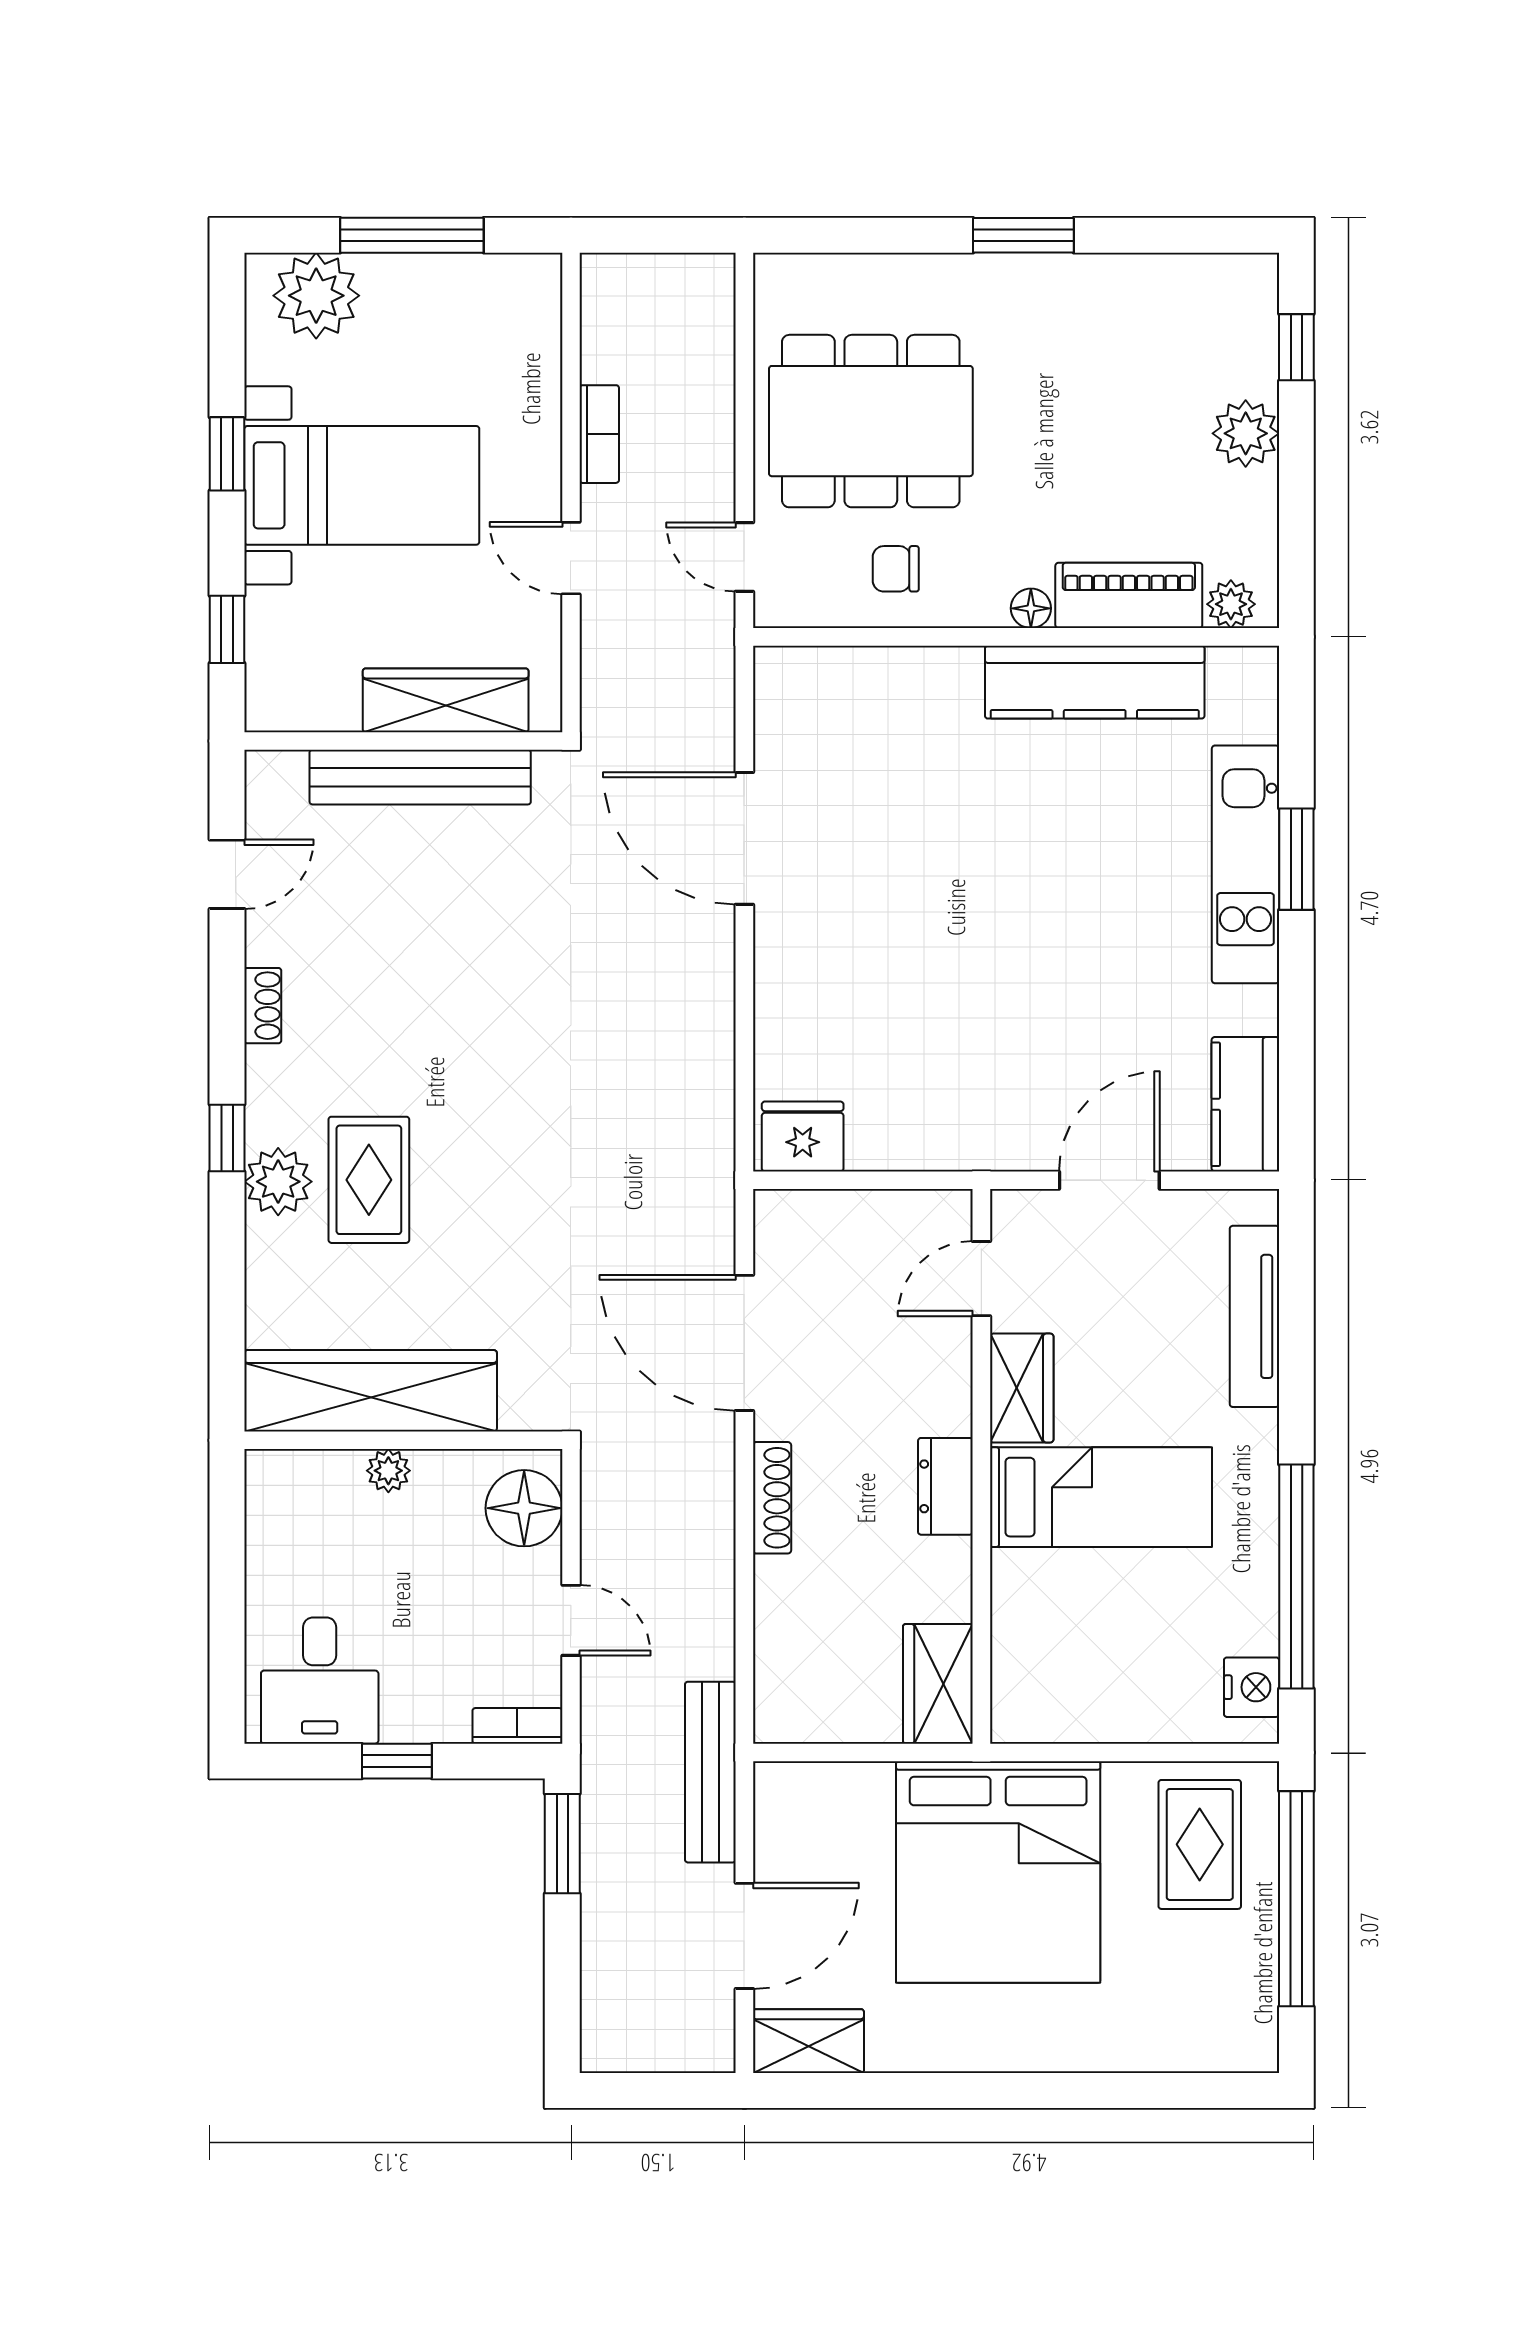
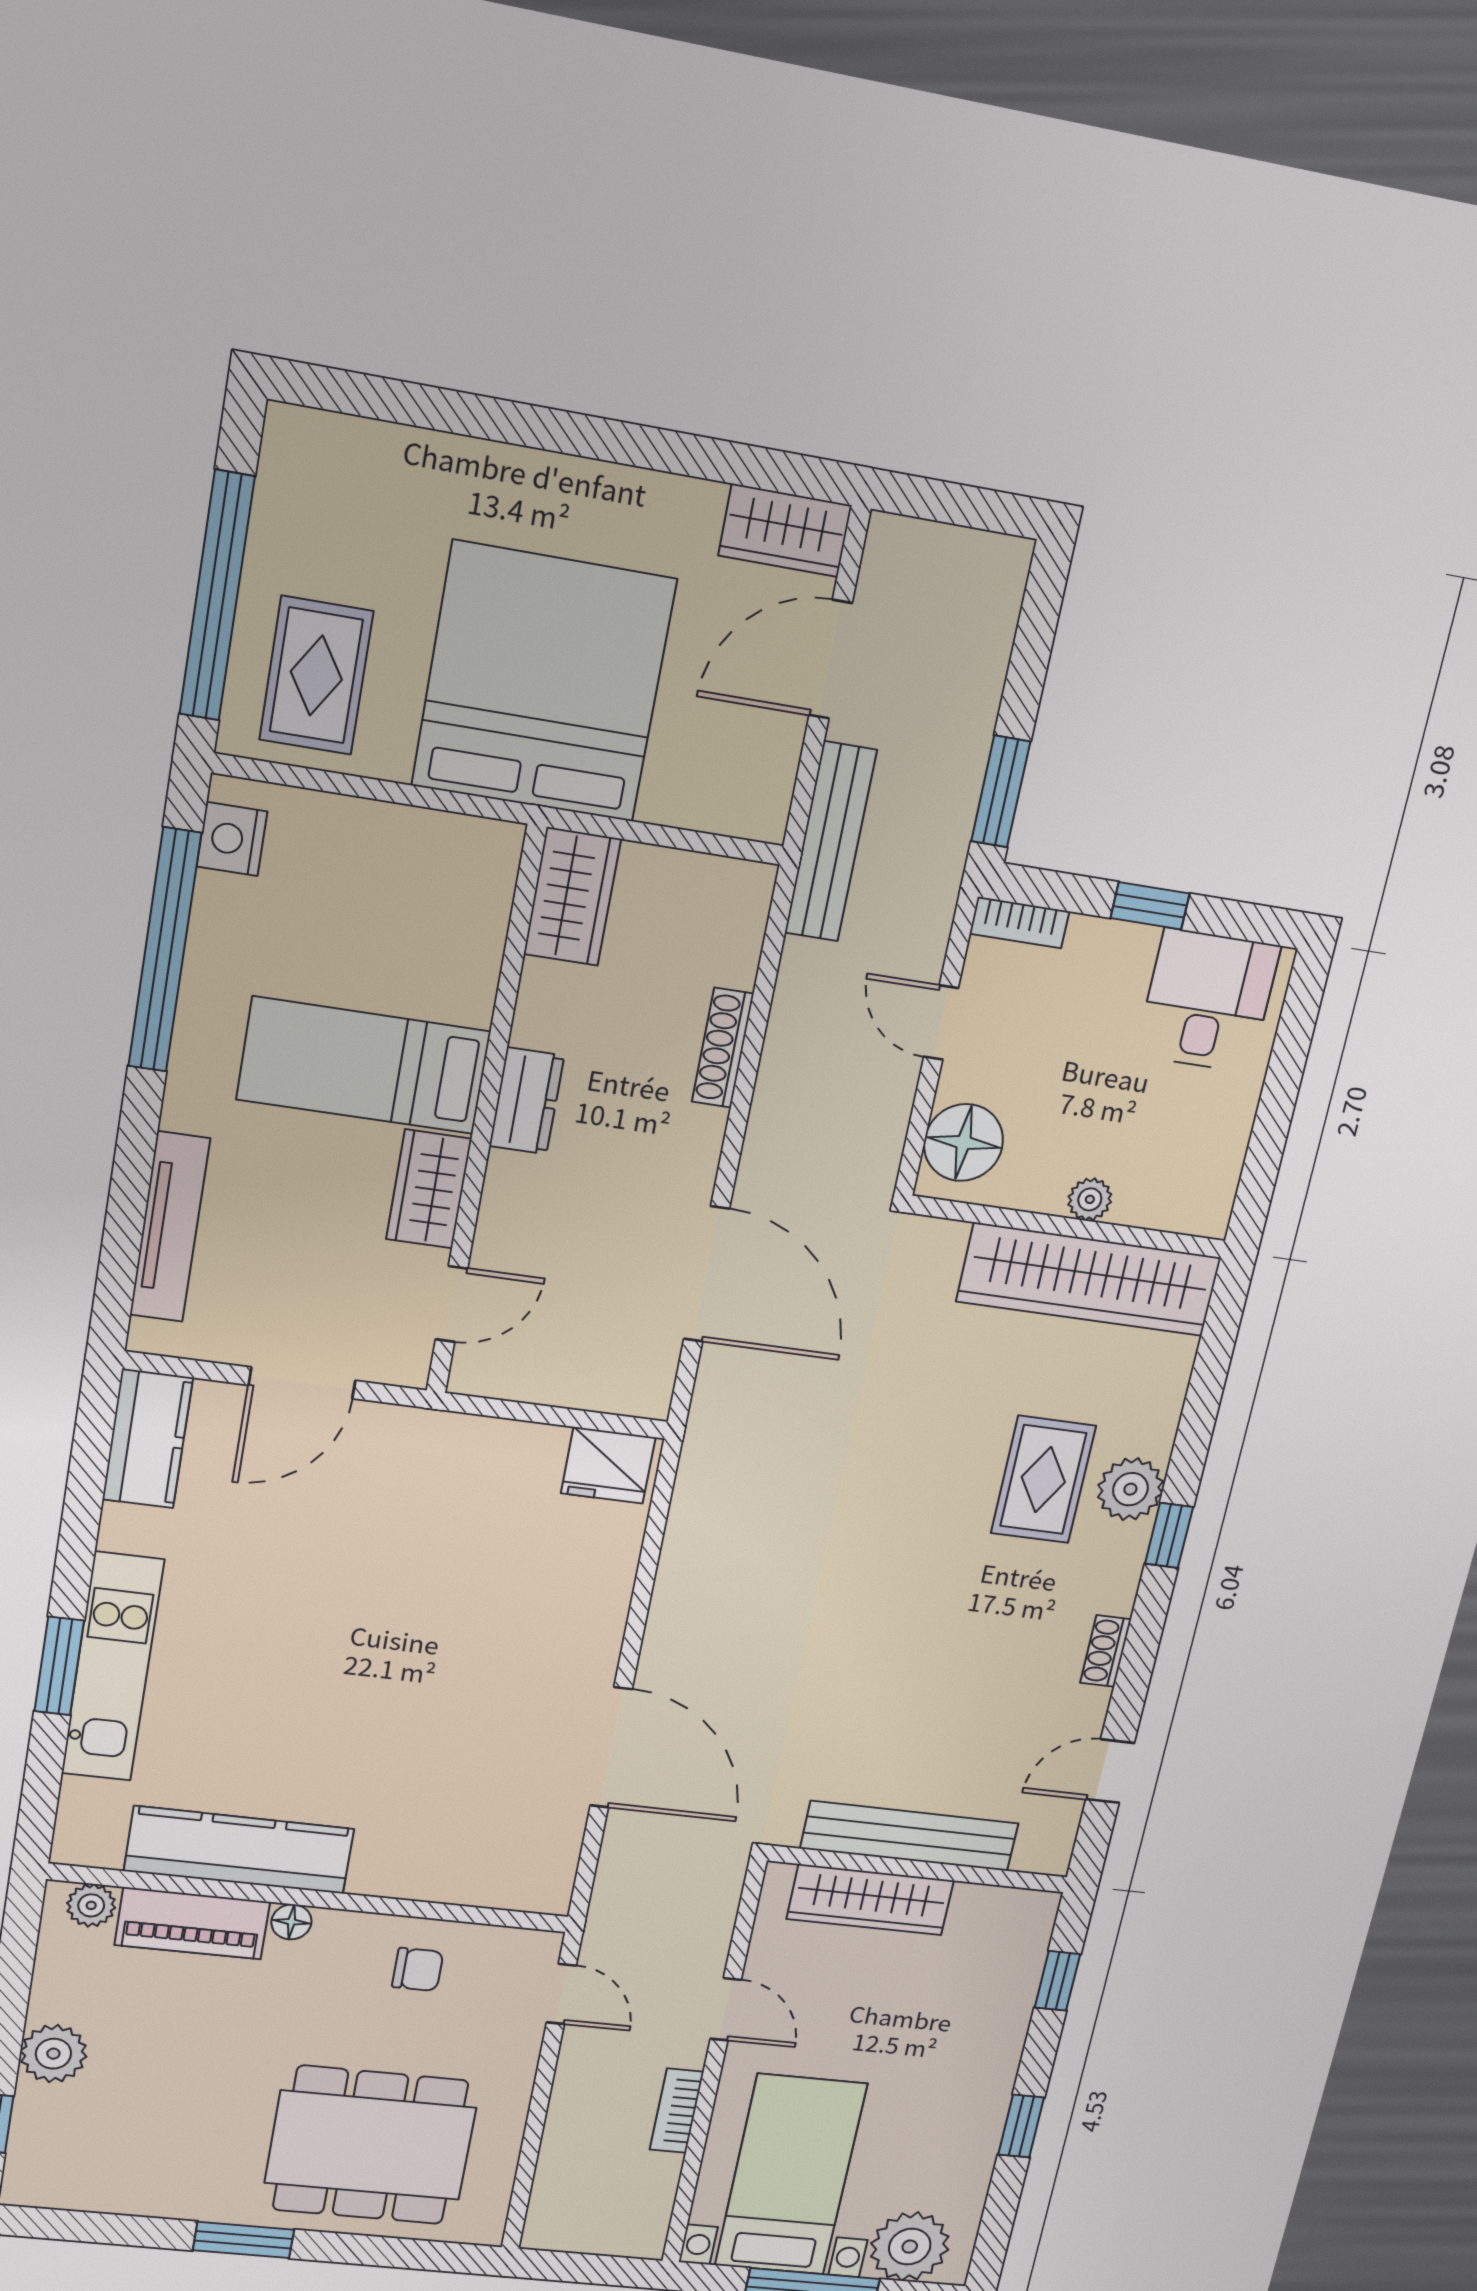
dining table: (871, 421) -> (370, 2145), moved
bed with nightstands: (362, 485) -> (791, 2175), moved, turned 90
shoe rack: (772, 1498) -> (723, 1048), moved

